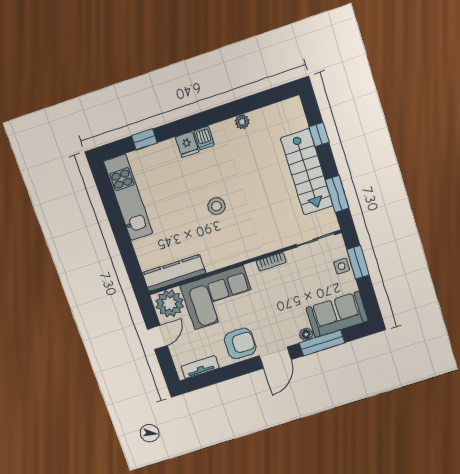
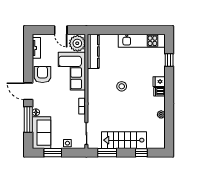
window: (358, 262) -> (53, 153), moved
armchair: (240, 343) -> (42, 75), turned 180

